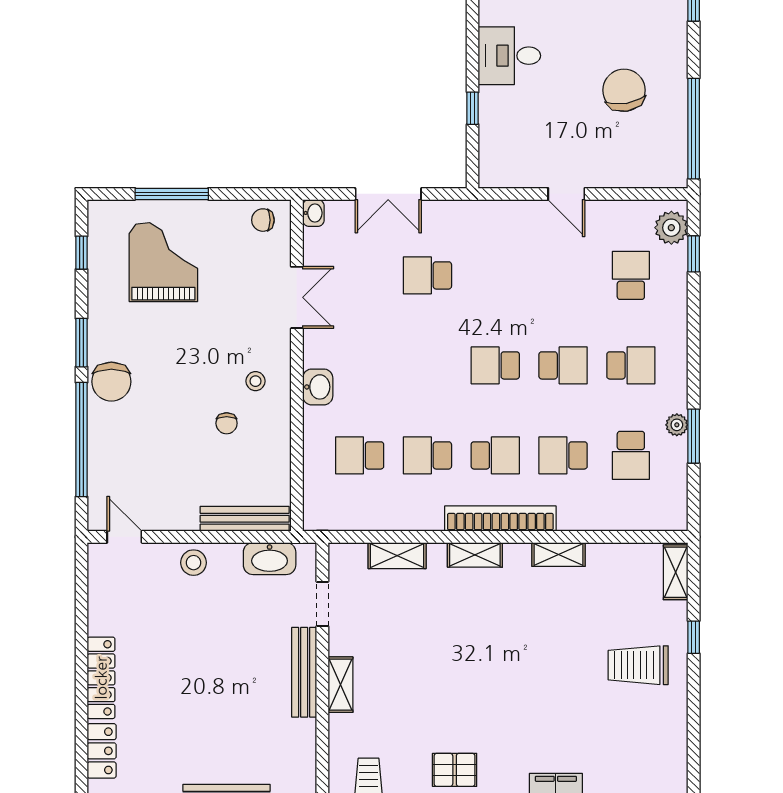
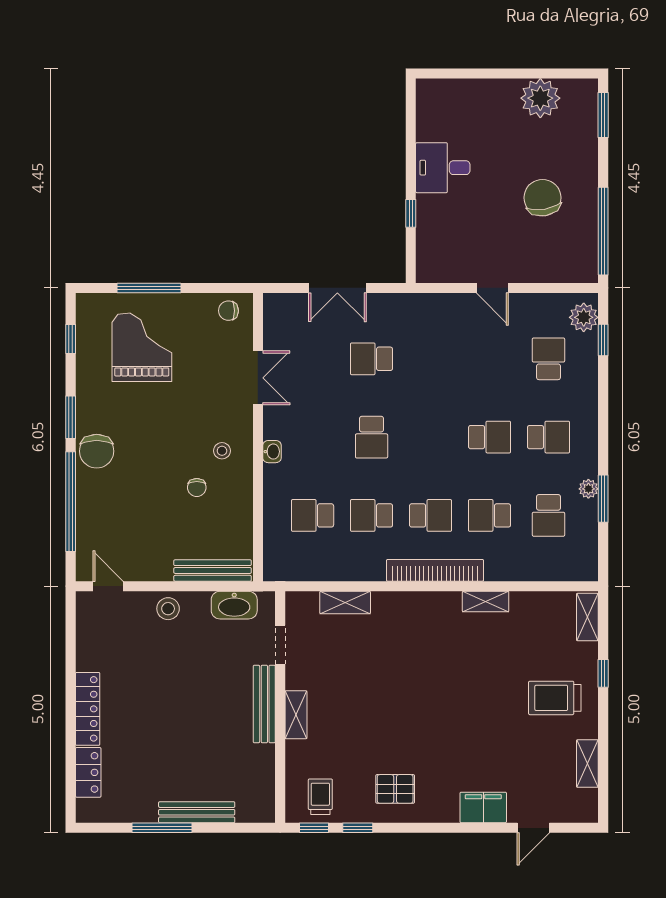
washbasin: (313, 213) -> (272, 305), removed
school desk: (495, 365) -> (372, 437), moved, turned -90
washbasin: (318, 387) -> (272, 452), width x0.72, depth x0.69
shelving: (475, 555) -> (587, 764), moved, turned 90

